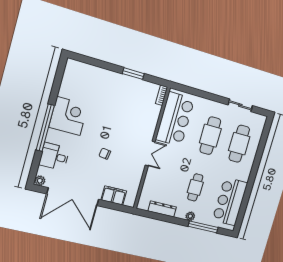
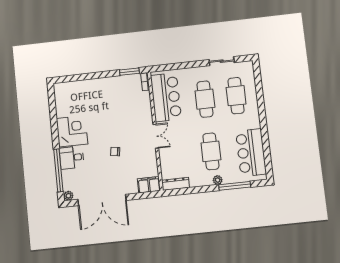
window: (133, 74) -> (129, 72), moved
window: (45, 128) -> (58, 170), moved
desk: (54, 156) -> (72, 158), moved
cafe table: (195, 187) -> (211, 151), width x1.37, depth x1.35
filing cabinet: (114, 195) -> (149, 185), moved
dresser: (162, 209) -> (176, 184), moved

